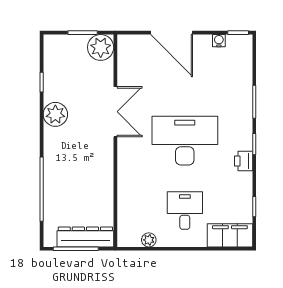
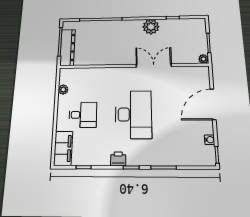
plant: (101, 47) -> (203, 59), width x0.53, depth x0.53
double door: (115, 112) -> (154, 66), swing flipped

